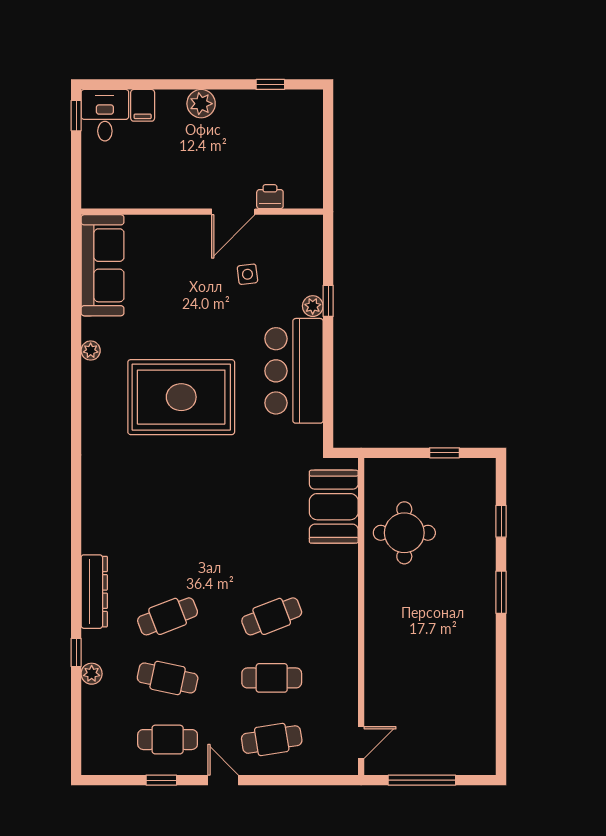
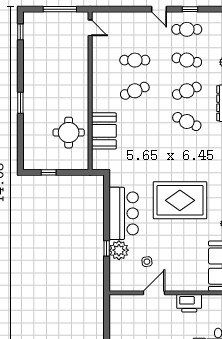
printer: (270, 197) -> (189, 303), moved, width x1.87, depth x1.48
plant: (313, 306) -> (119, 250), width x1.87, depth x1.87
booth: (334, 507) -> (104, 131), moved
window: (501, 521) -> (20, 32), moved
cafe table: (272, 740) -> (187, 122), moved, turned 33
door: (361, 743) -> (90, 28), swing flipped

